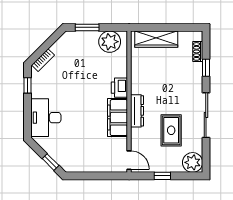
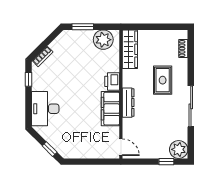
wardrobe: (156, 39) -> (130, 49), moved, turned -90
window: (206, 68) -> (191, 63), removed
rug: (171, 130) -> (163, 80), moved
window: (162, 176) -> (166, 162), moved

